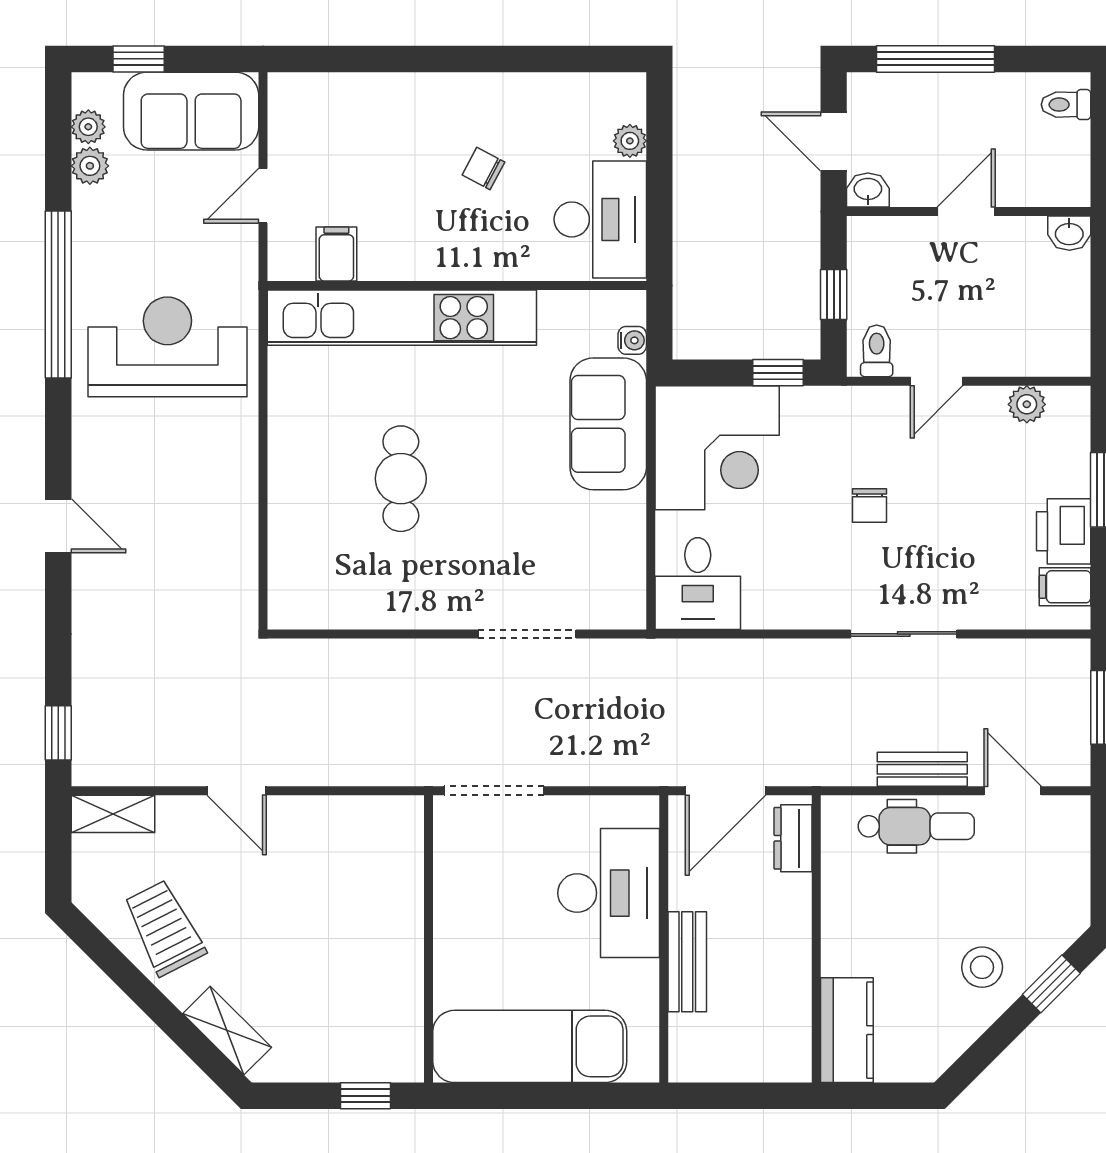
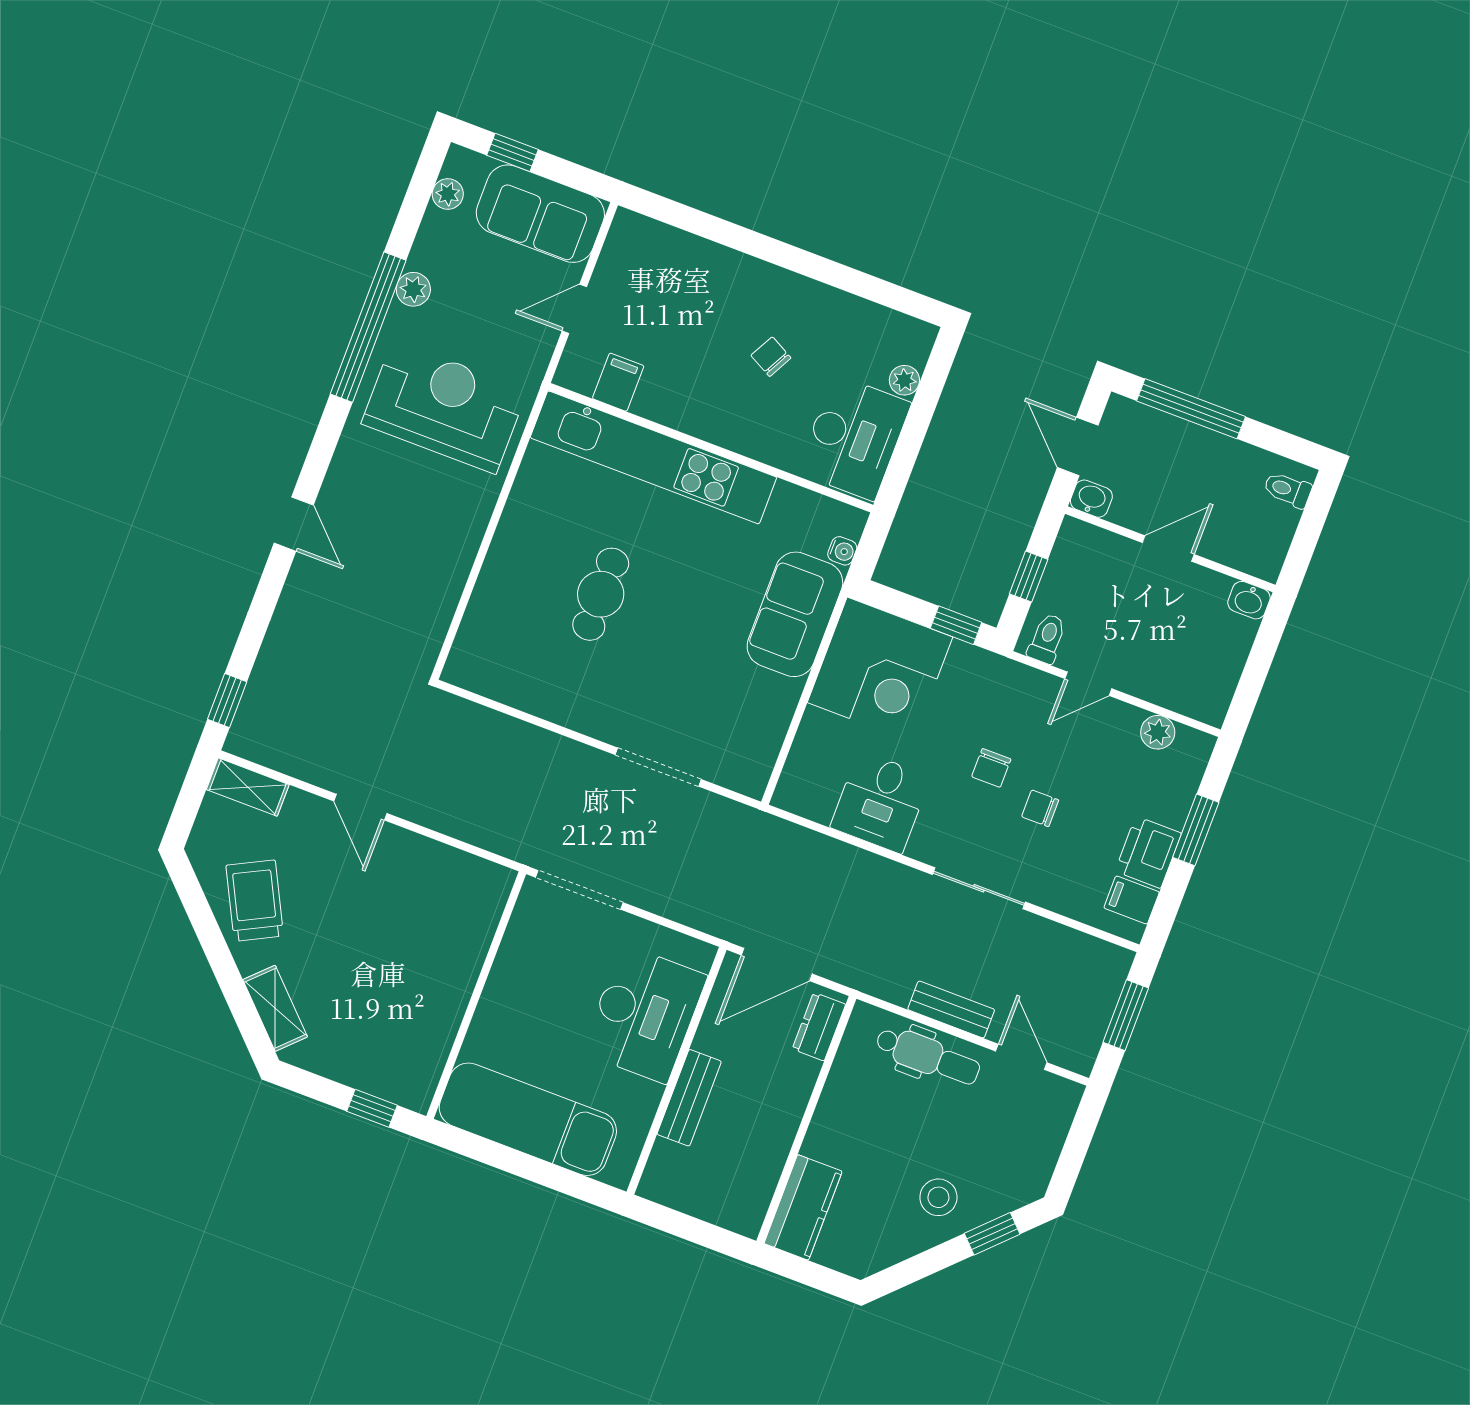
plant: (90, 166) -> (413, 289), moved
chair: (936, 528) -> (1040, 808), added
desk: (698, 584) -> (880, 802), moved

